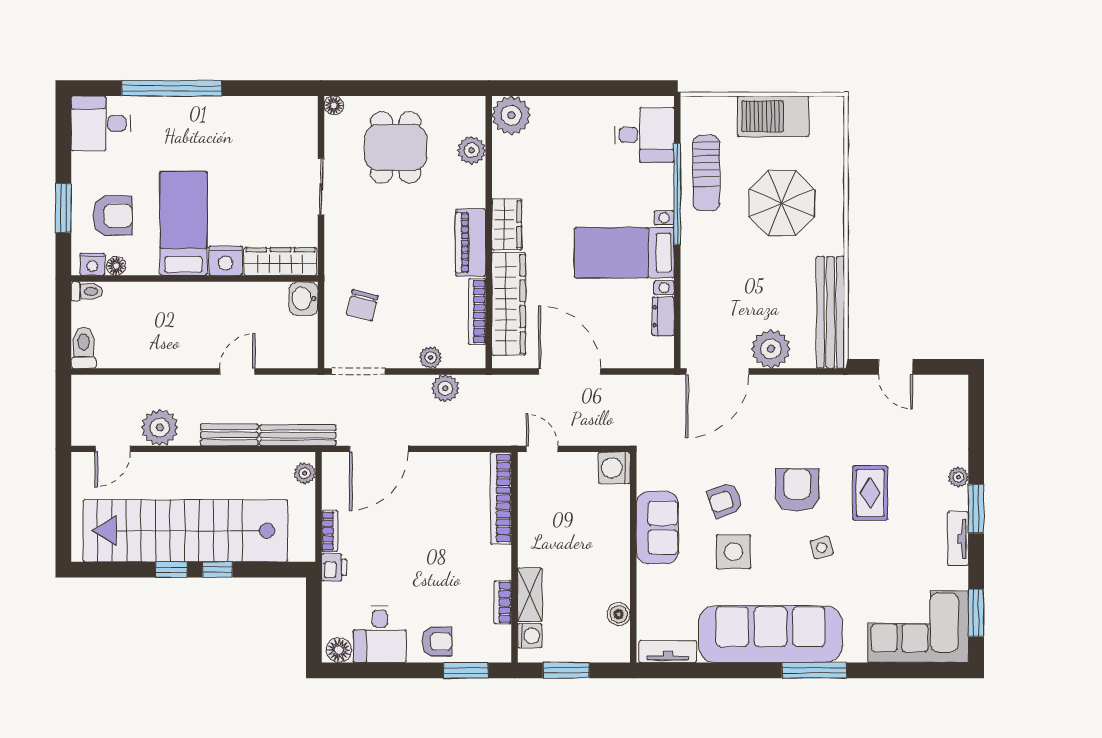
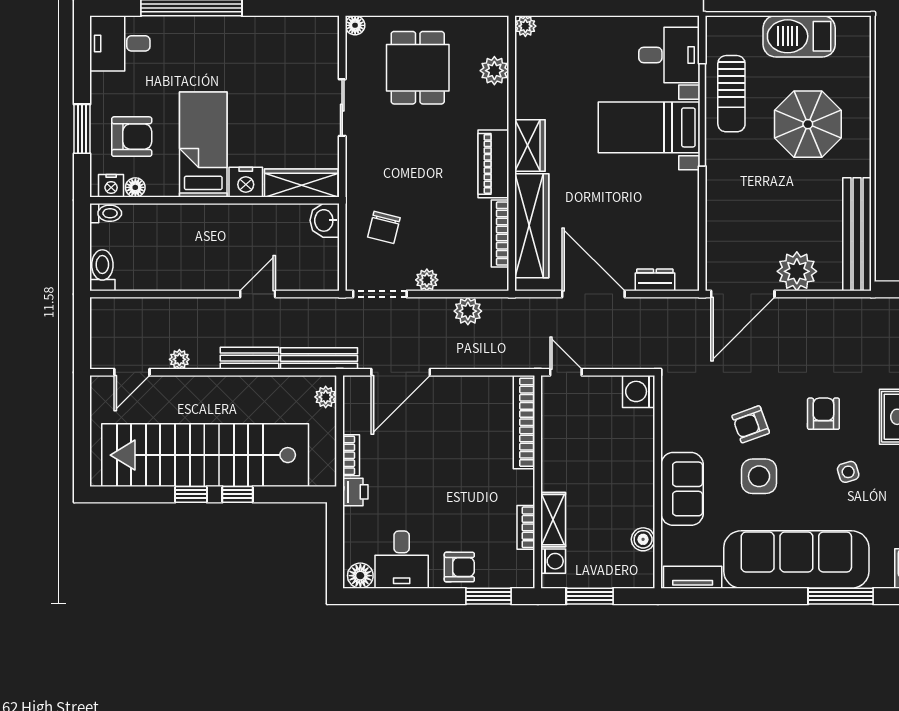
plant: (511, 115) -> (525, 26), width x0.53, depth x0.53
bed with nightstands: (624, 253) -> (649, 127), moved
dresser: (663, 316) -> (655, 280), moved, turned 90
plant: (431, 357) -> (427, 280), moved
plant: (160, 427) -> (179, 359), width x0.53, depth x0.53
armchair: (797, 490) -> (823, 414), width x0.72, depth x0.72
sofa: (657, 528) -> (682, 489), moved

